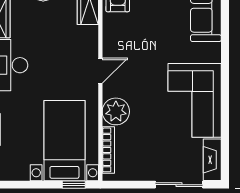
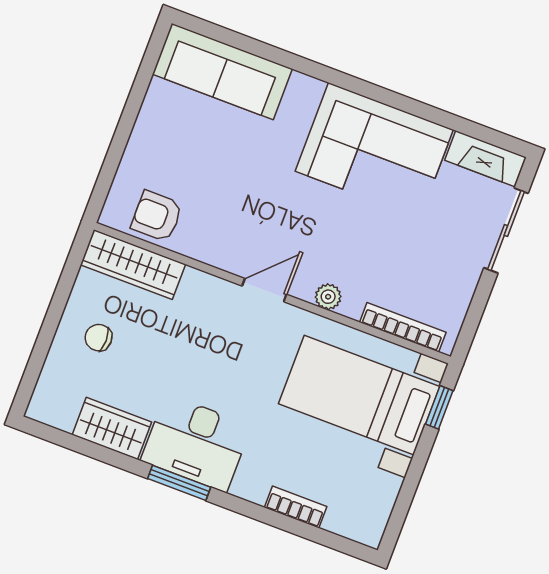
door: (100, 71) -> (264, 290), hinge flipped
plant: (116, 111) -> (328, 297), width x0.53, depth x0.53

